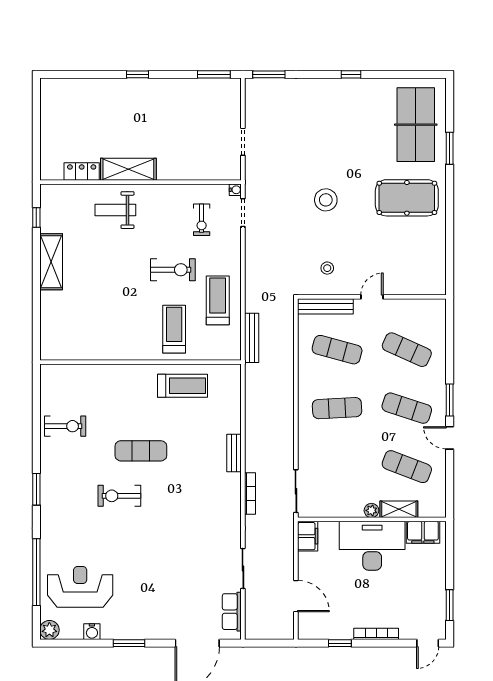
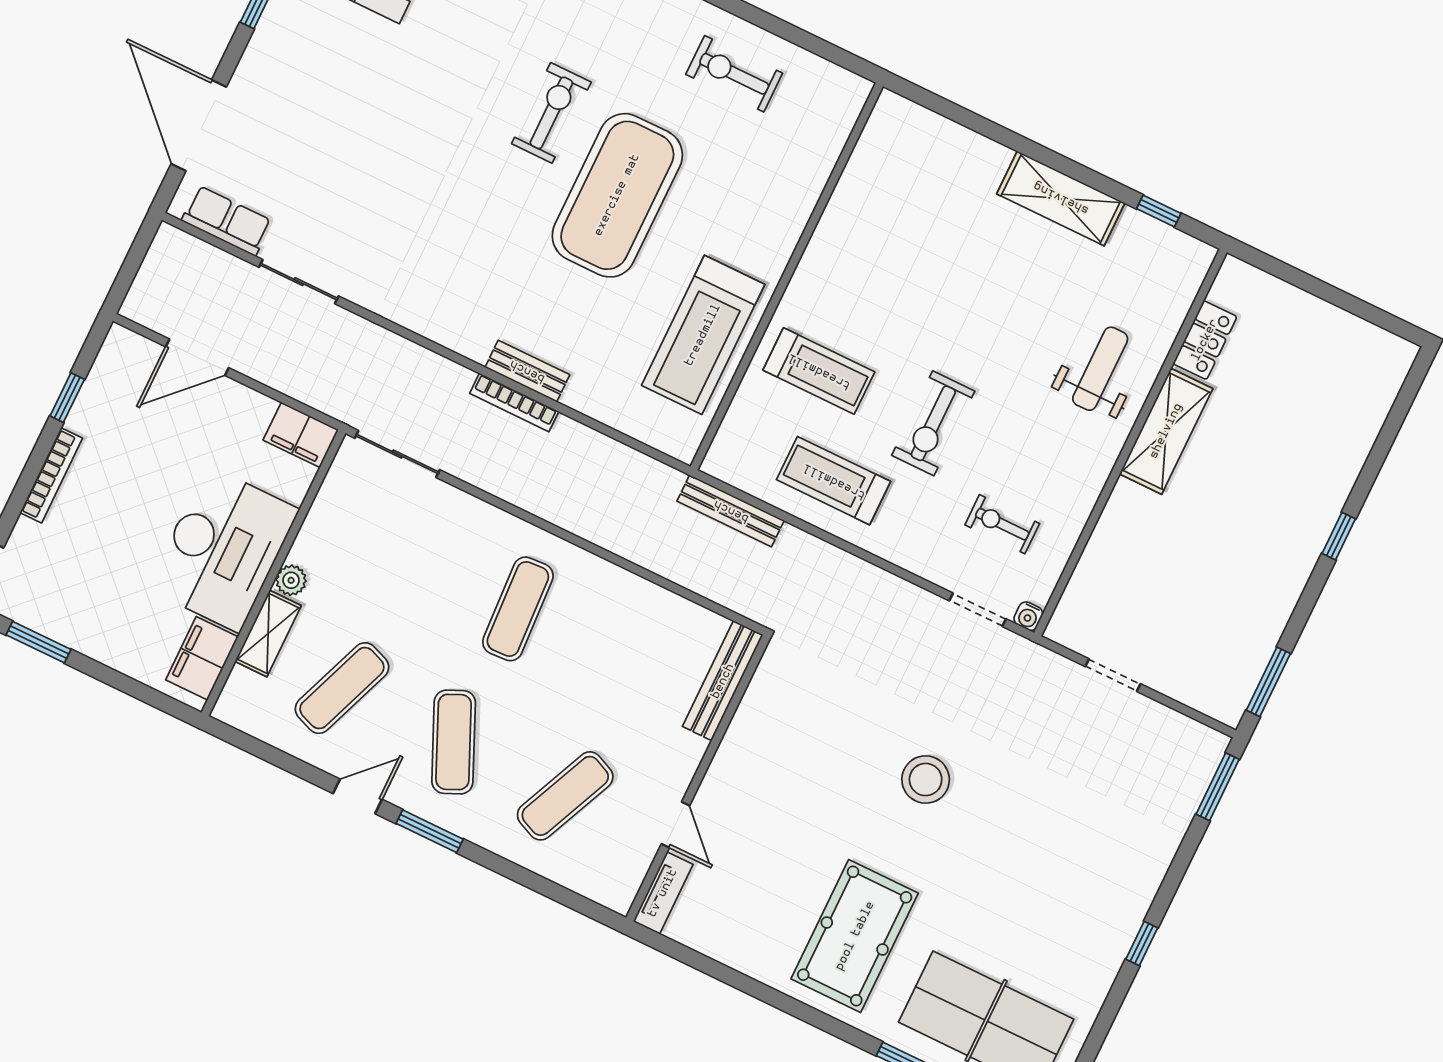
stool: (327, 268) -> (794, 719), removed
tv unit: (428, 288) -> (663, 893), added
door: (372, 297) -> (675, 825), moved
treadmill: (218, 300) -> (834, 481), turned 180
exercise mat: (337, 350) -> (629, 663), removed
treadmill: (183, 386) -> (703, 335), width x1.37, depth x1.37
exercise mat: (407, 408) -> (454, 742), turned -42
exercise bike: (65, 426) -> (734, 74), turned 90
exercise mat: (141, 451) -> (617, 195), width x2.00, depth x1.45
bookcase: (250, 494) -> (514, 402), moved

